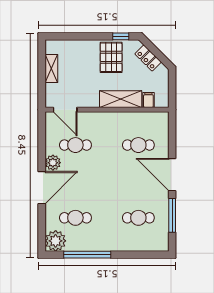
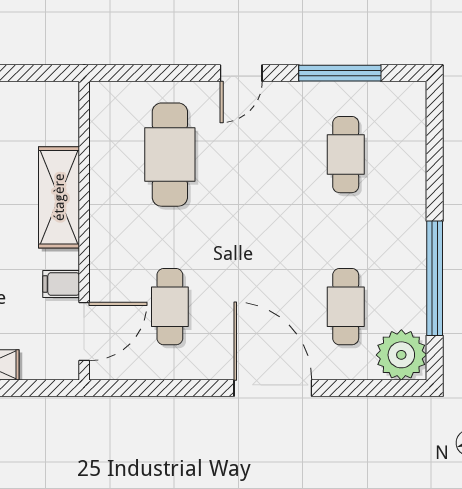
filing cabinet: (148, 100) -> (61, 284), moved
cafe table: (138, 145) -> (170, 155), width x1.37, depth x1.35
plant: (53, 163) -> (213, 361), removed
door: (172, 175) -> (241, 73), width x0.53

